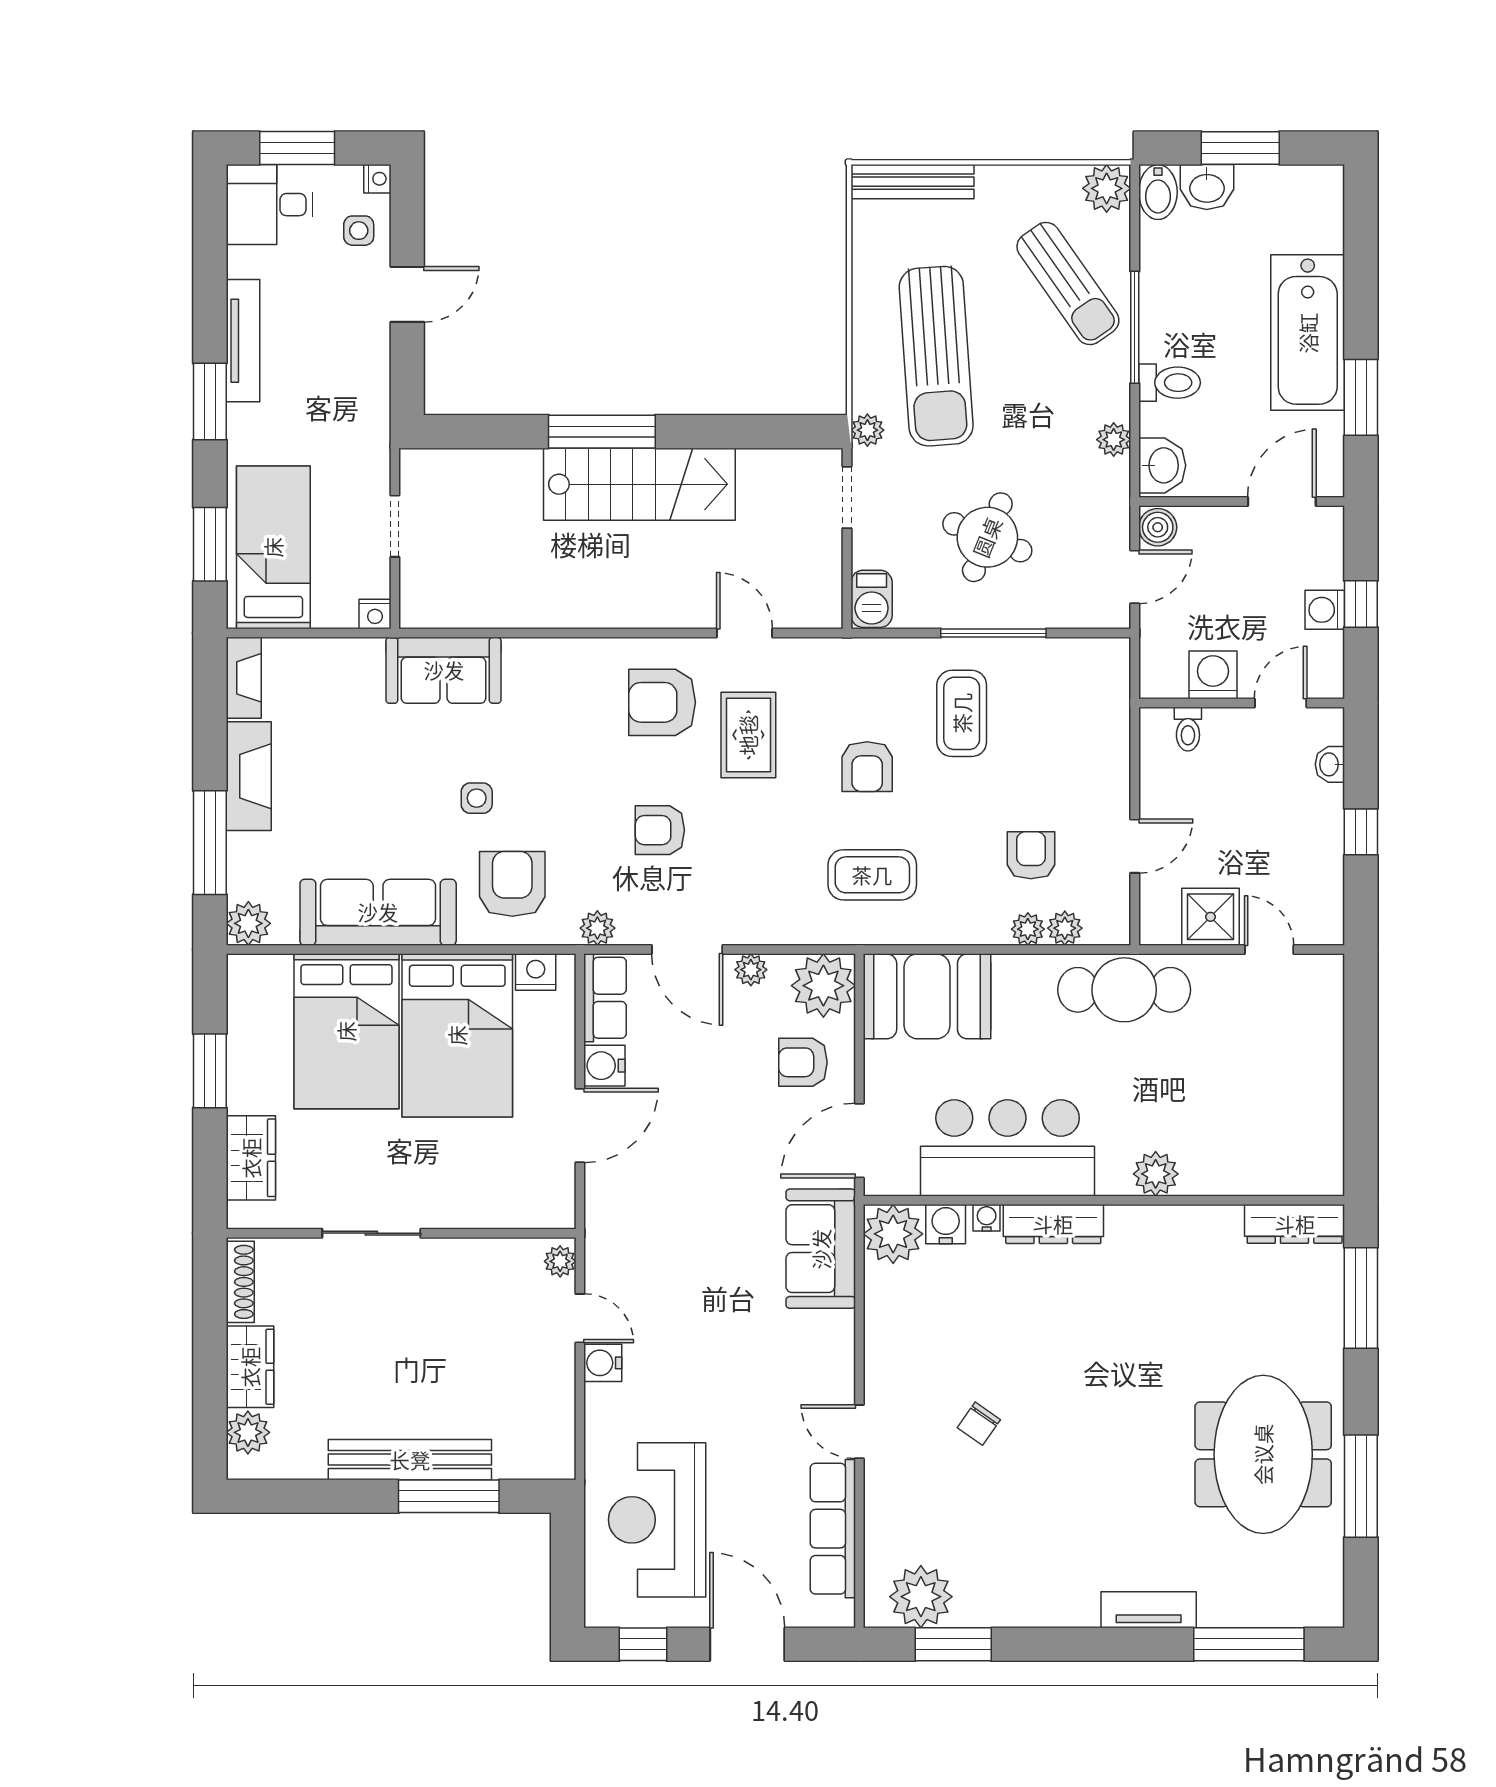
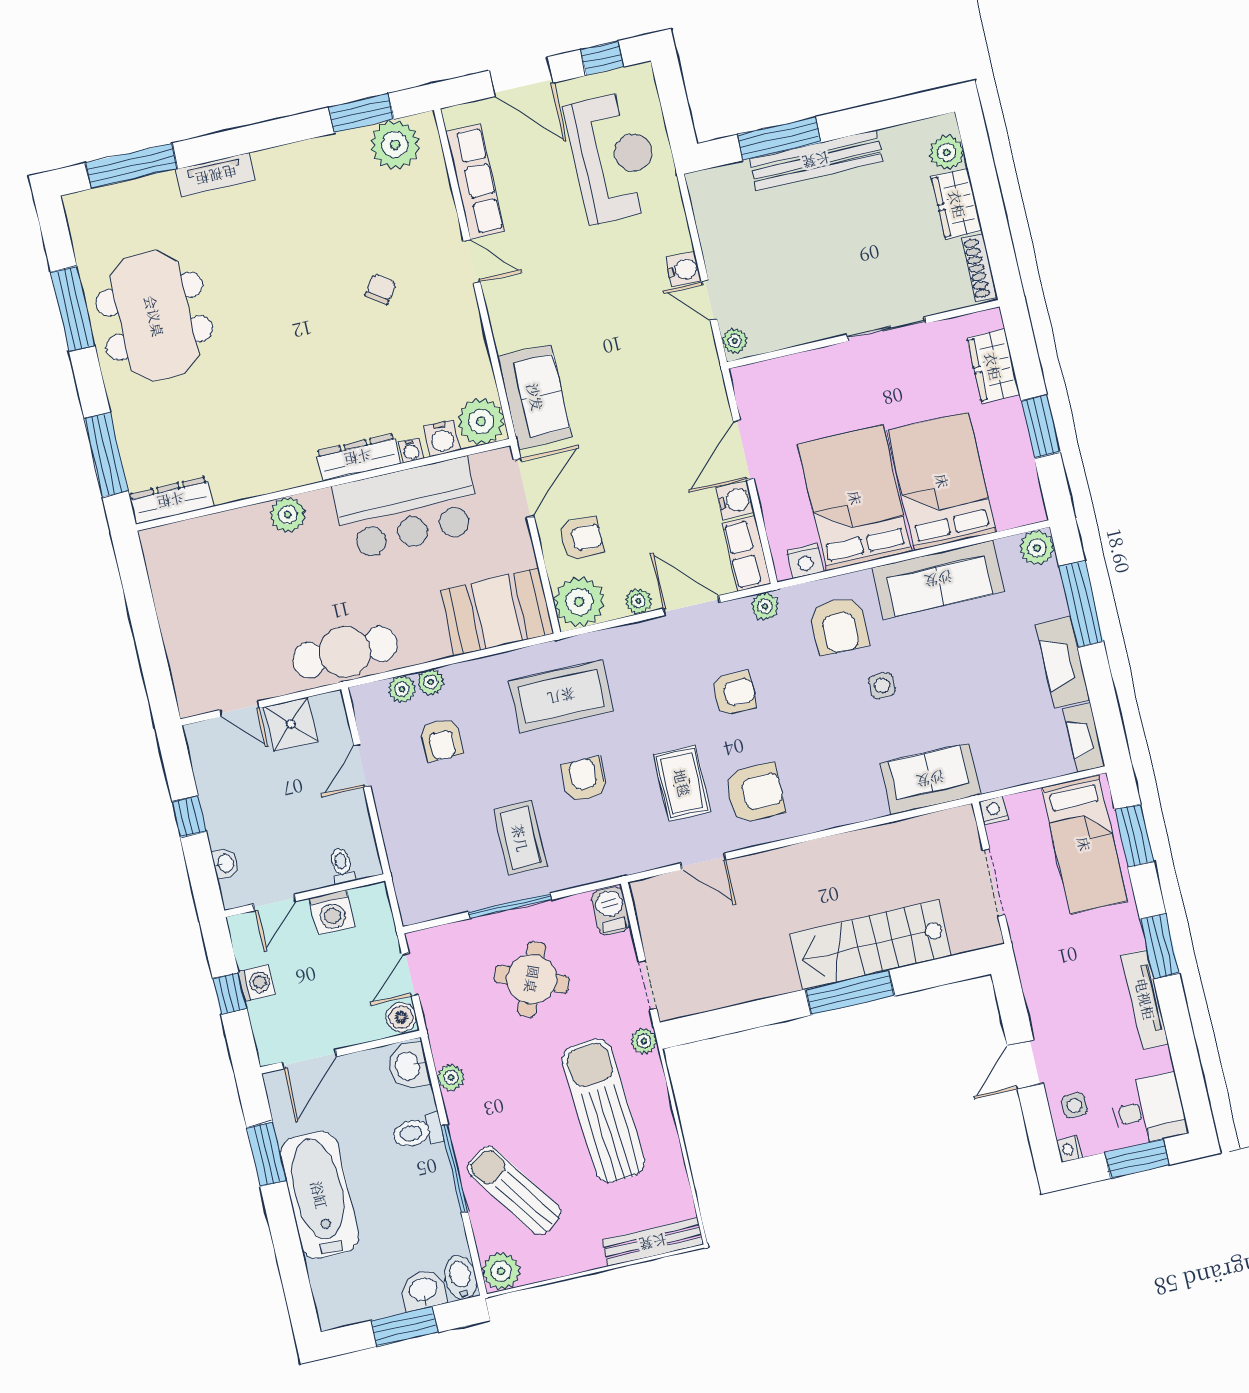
stairs: (639, 484) -> (871, 945), moved
doorway: (395, 526) -> (994, 882), width x1.38
coffee table: (872, 875) -> (561, 696), width x1.36, depth x1.32

